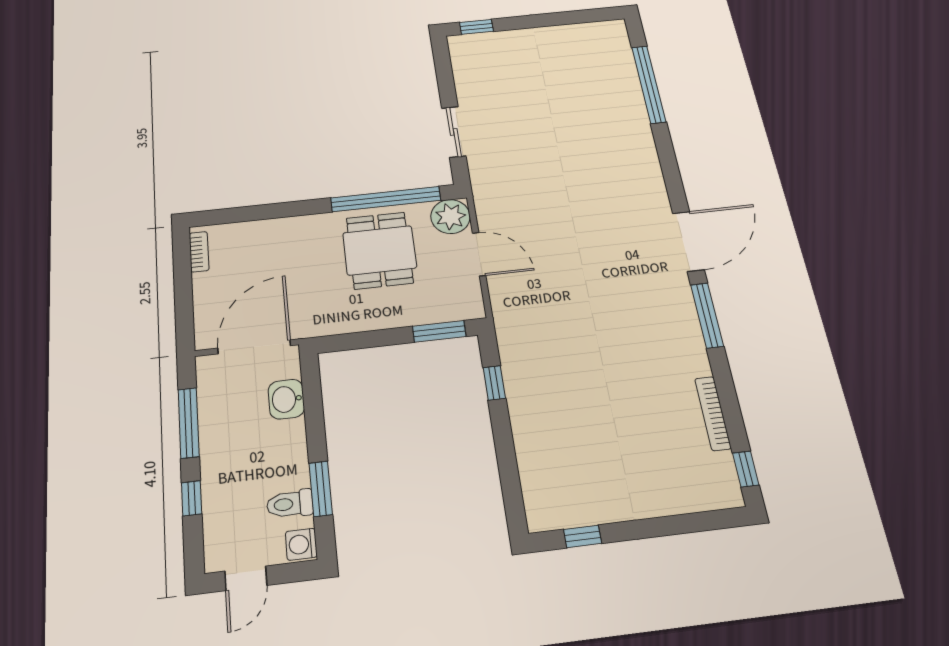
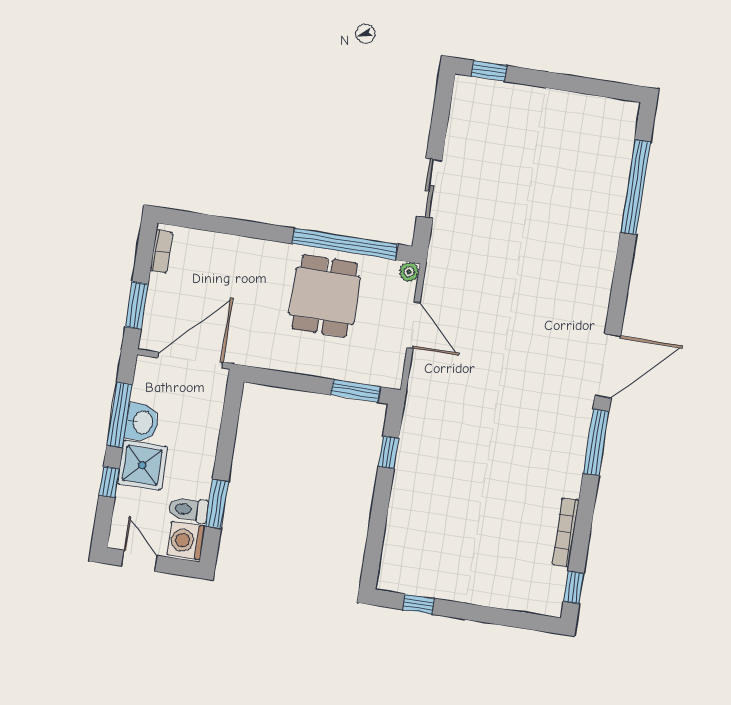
plant: (450, 217) -> (409, 272), width x0.53, depth x0.53
window: (184, 309) -> (137, 305), added
washbasin: (286, 399) -> (142, 422), moved, turned 180
shower: (226, 470) -> (142, 465), added
washing machine: (301, 544) -> (186, 541), width x1.38, depth x1.38
door: (246, 578) -> (139, 561), swing flipped

